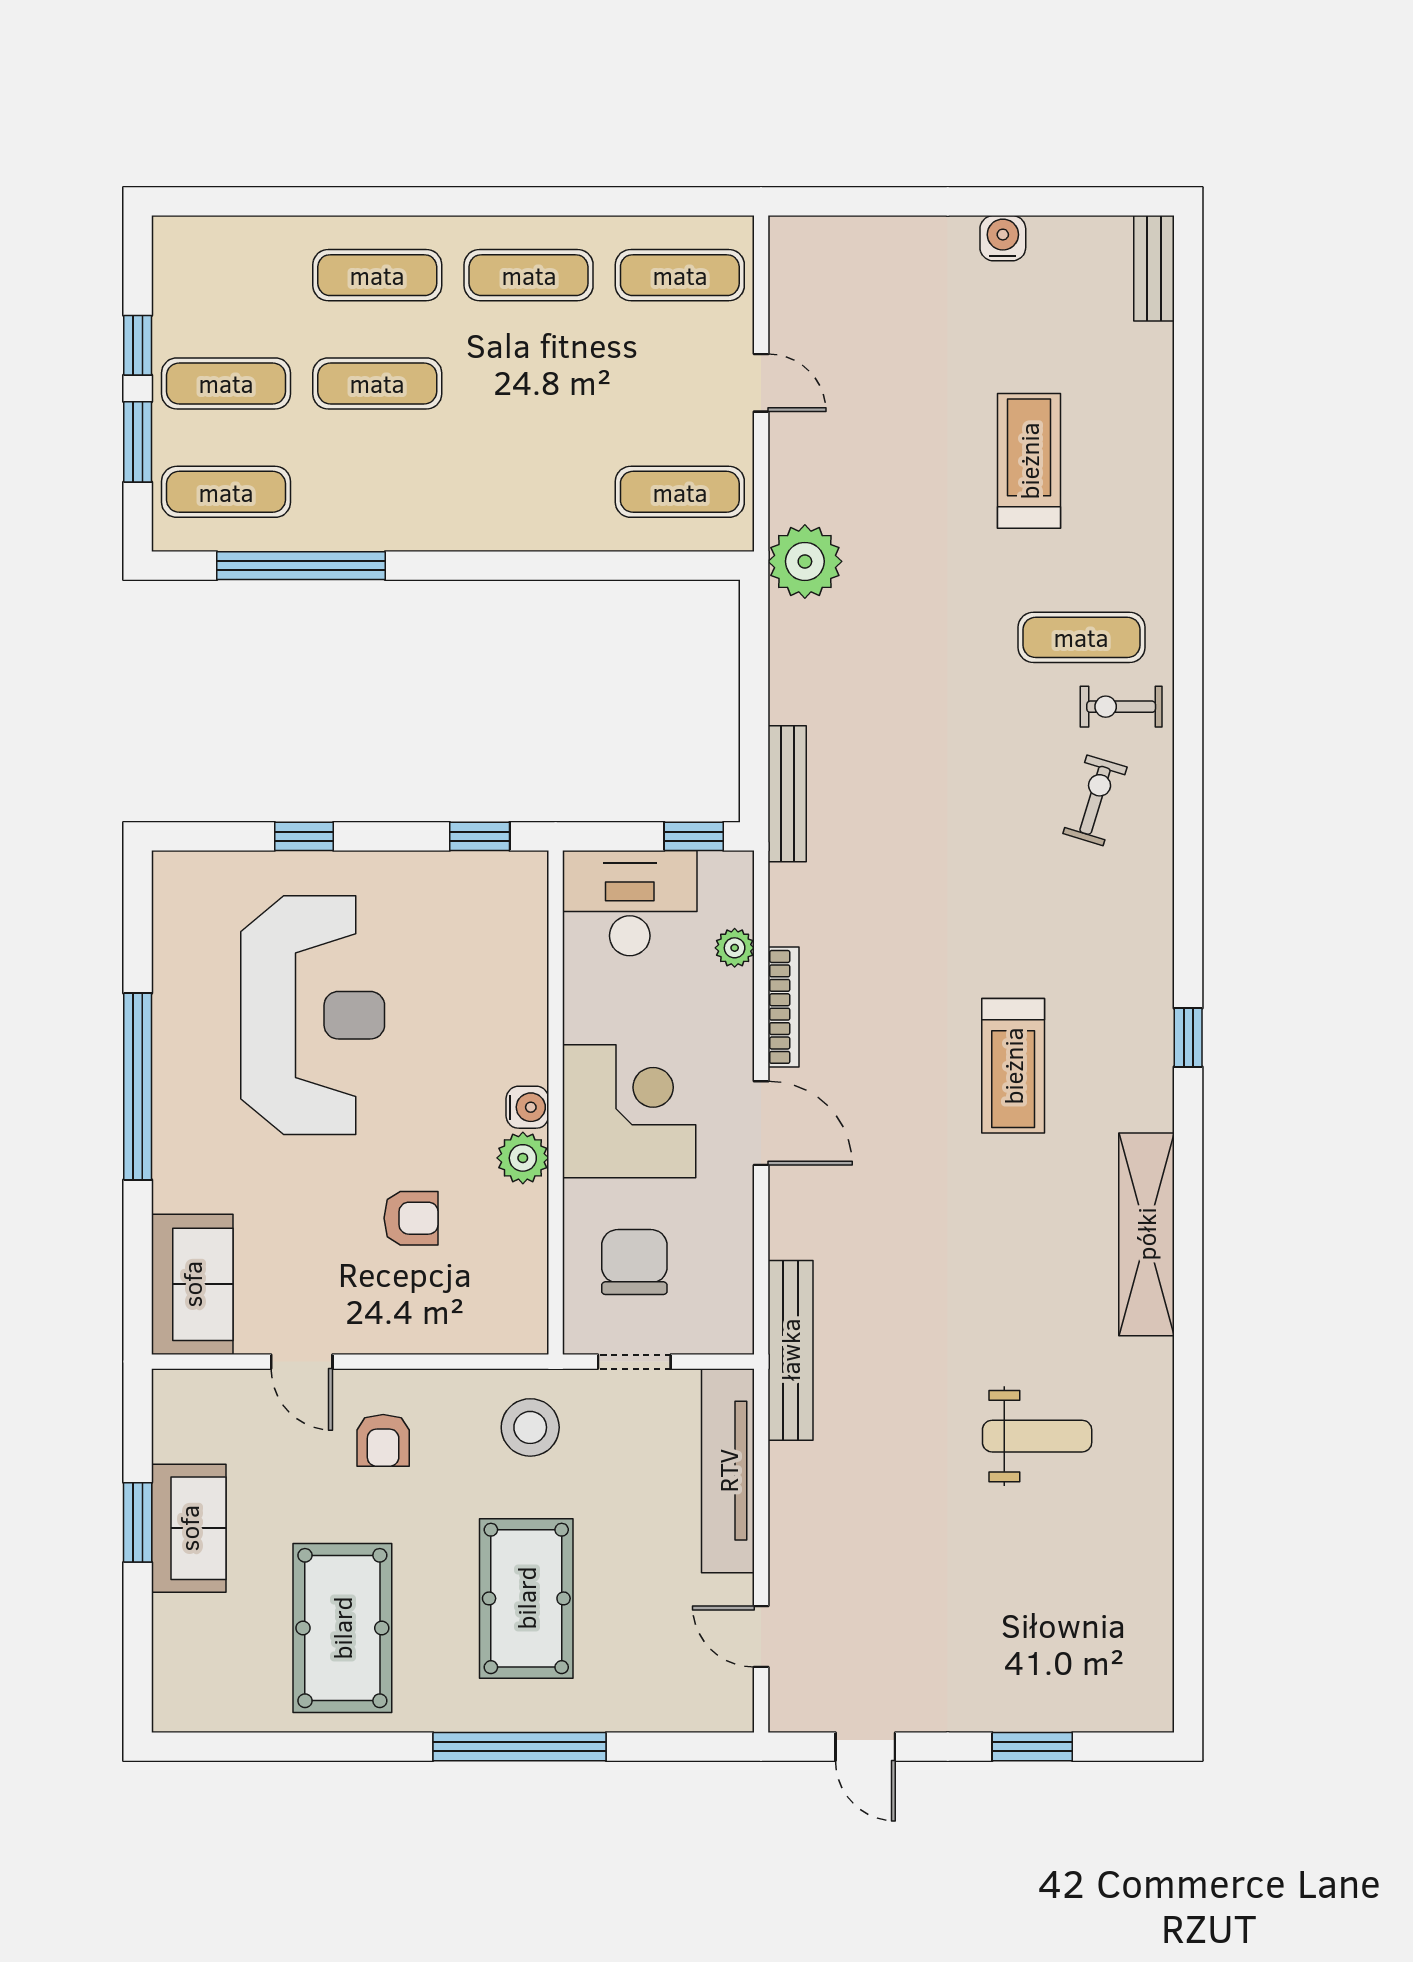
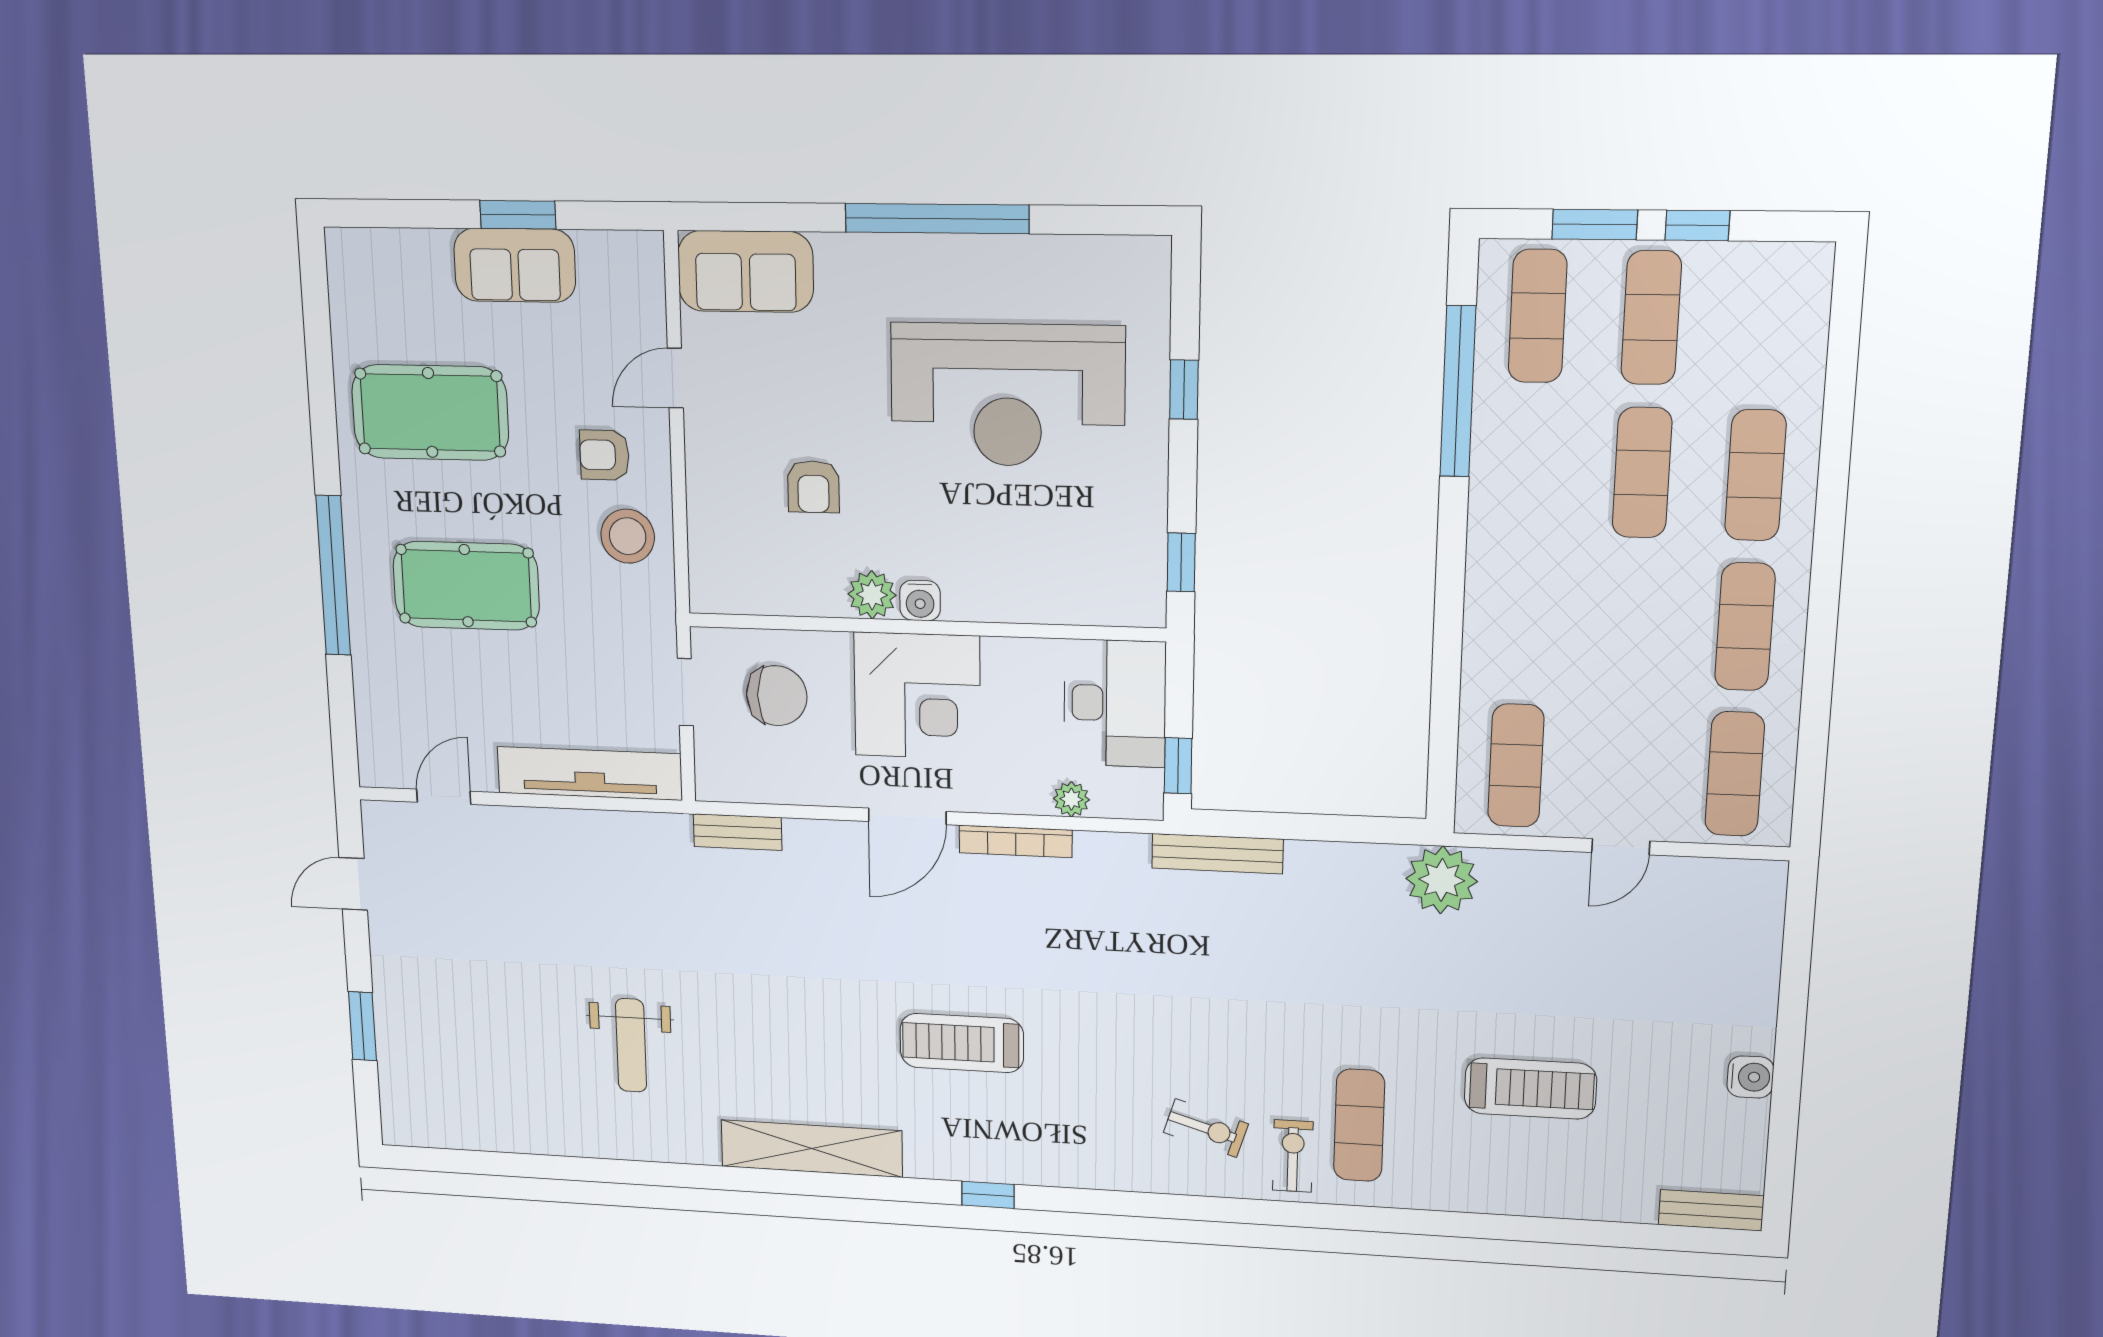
bench: (790, 1350) -> (738, 832), width x0.54, depth x0.82
stool: (530, 1427) -> (628, 536), moved

